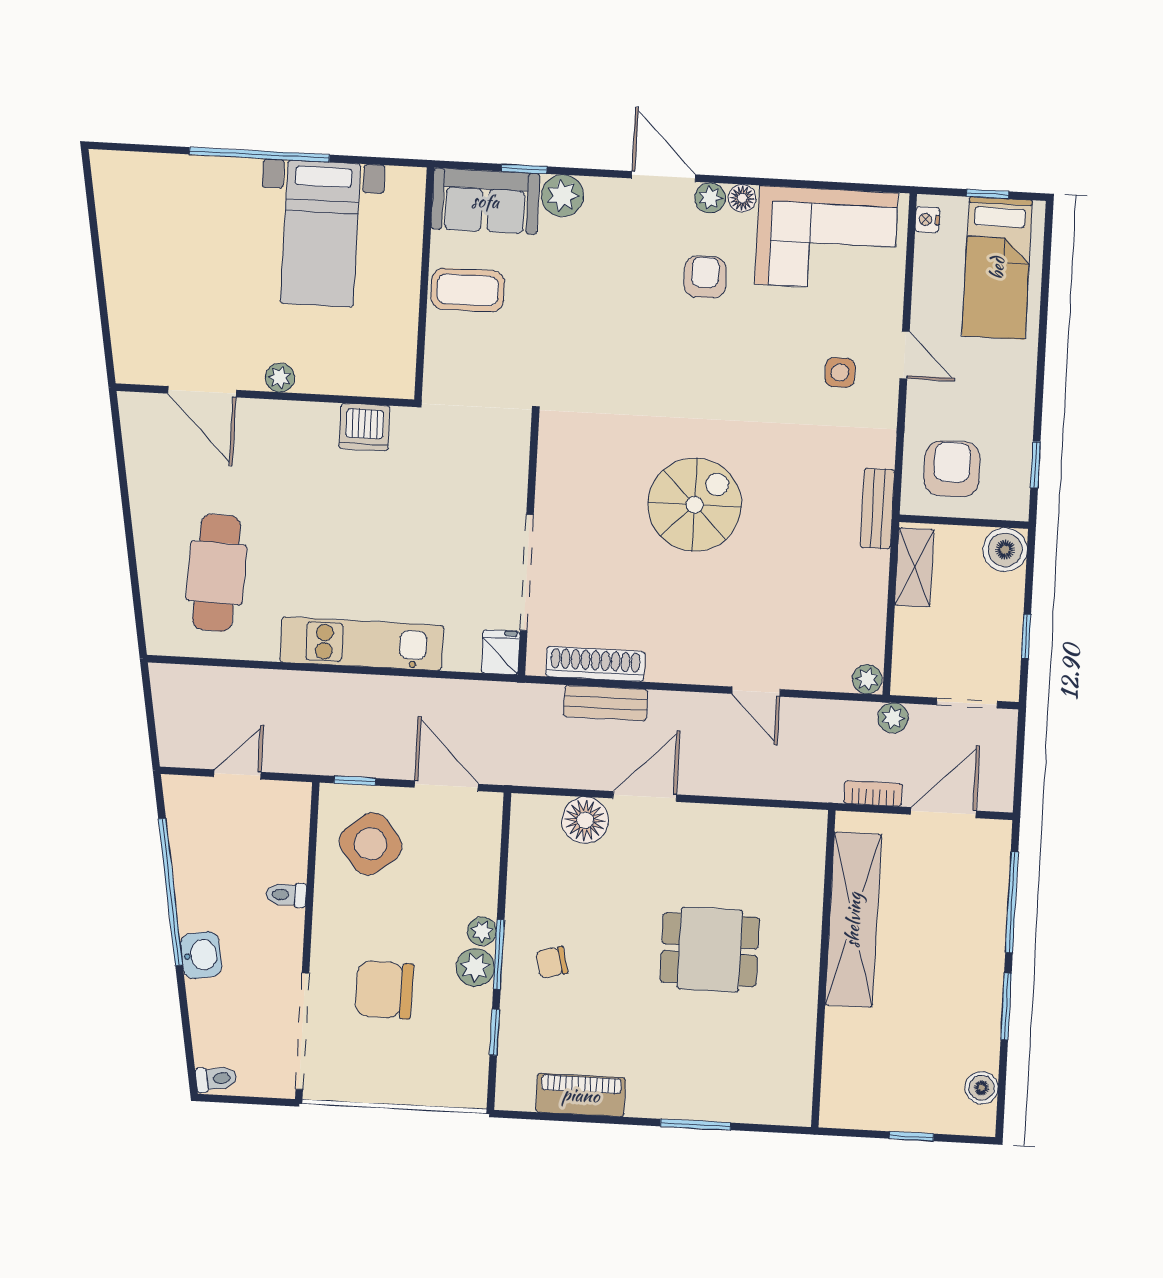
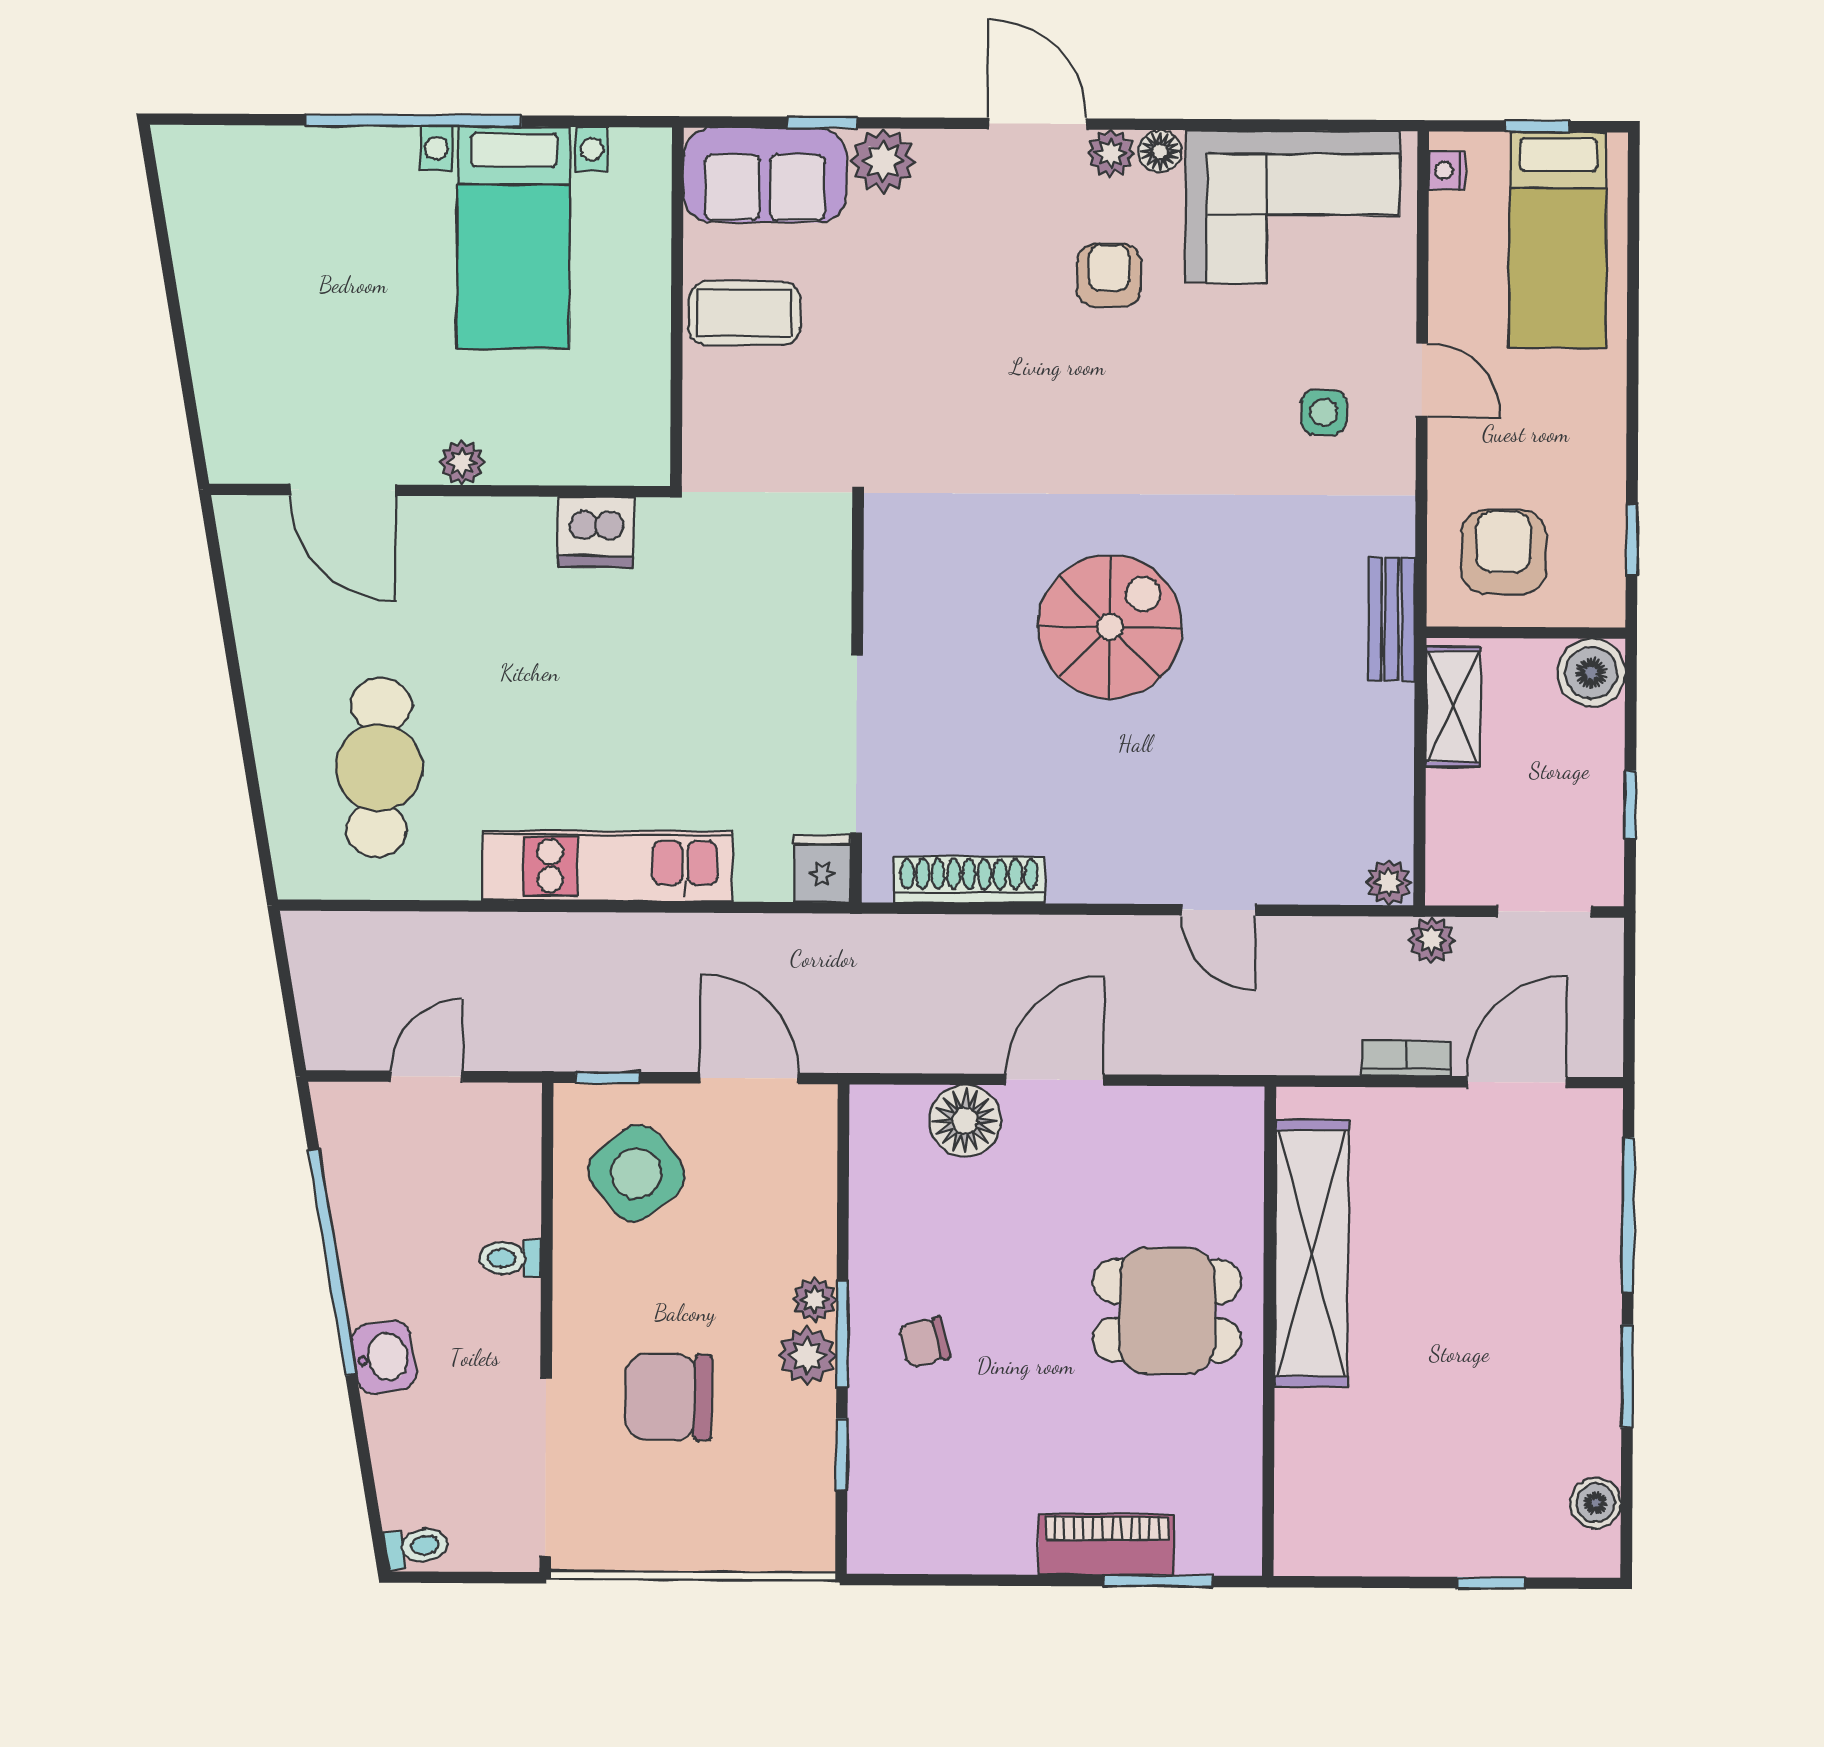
bench: (606, 703) -> (988, 939), removed
shelving: (853, 920) -> (1312, 1253), moved
wall: (823, 969) -> (1269, 1331), moved
piano: (581, 1095) -> (1107, 1545), moved

